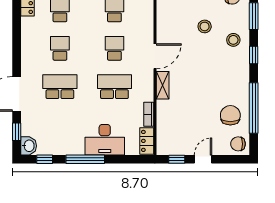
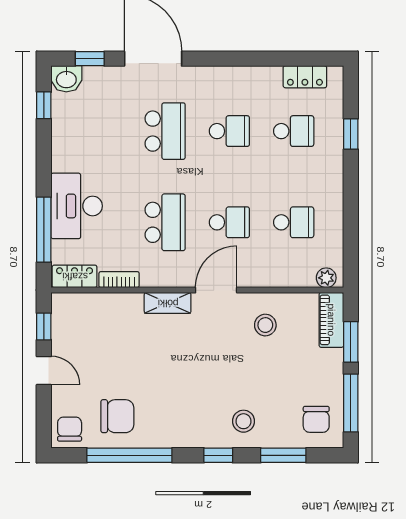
stool: (205, 26) -> (265, 325), moved
door: (155, 56) -> (216, 290), swing flipped
window: (85, 159) -> (44, 230), moved

